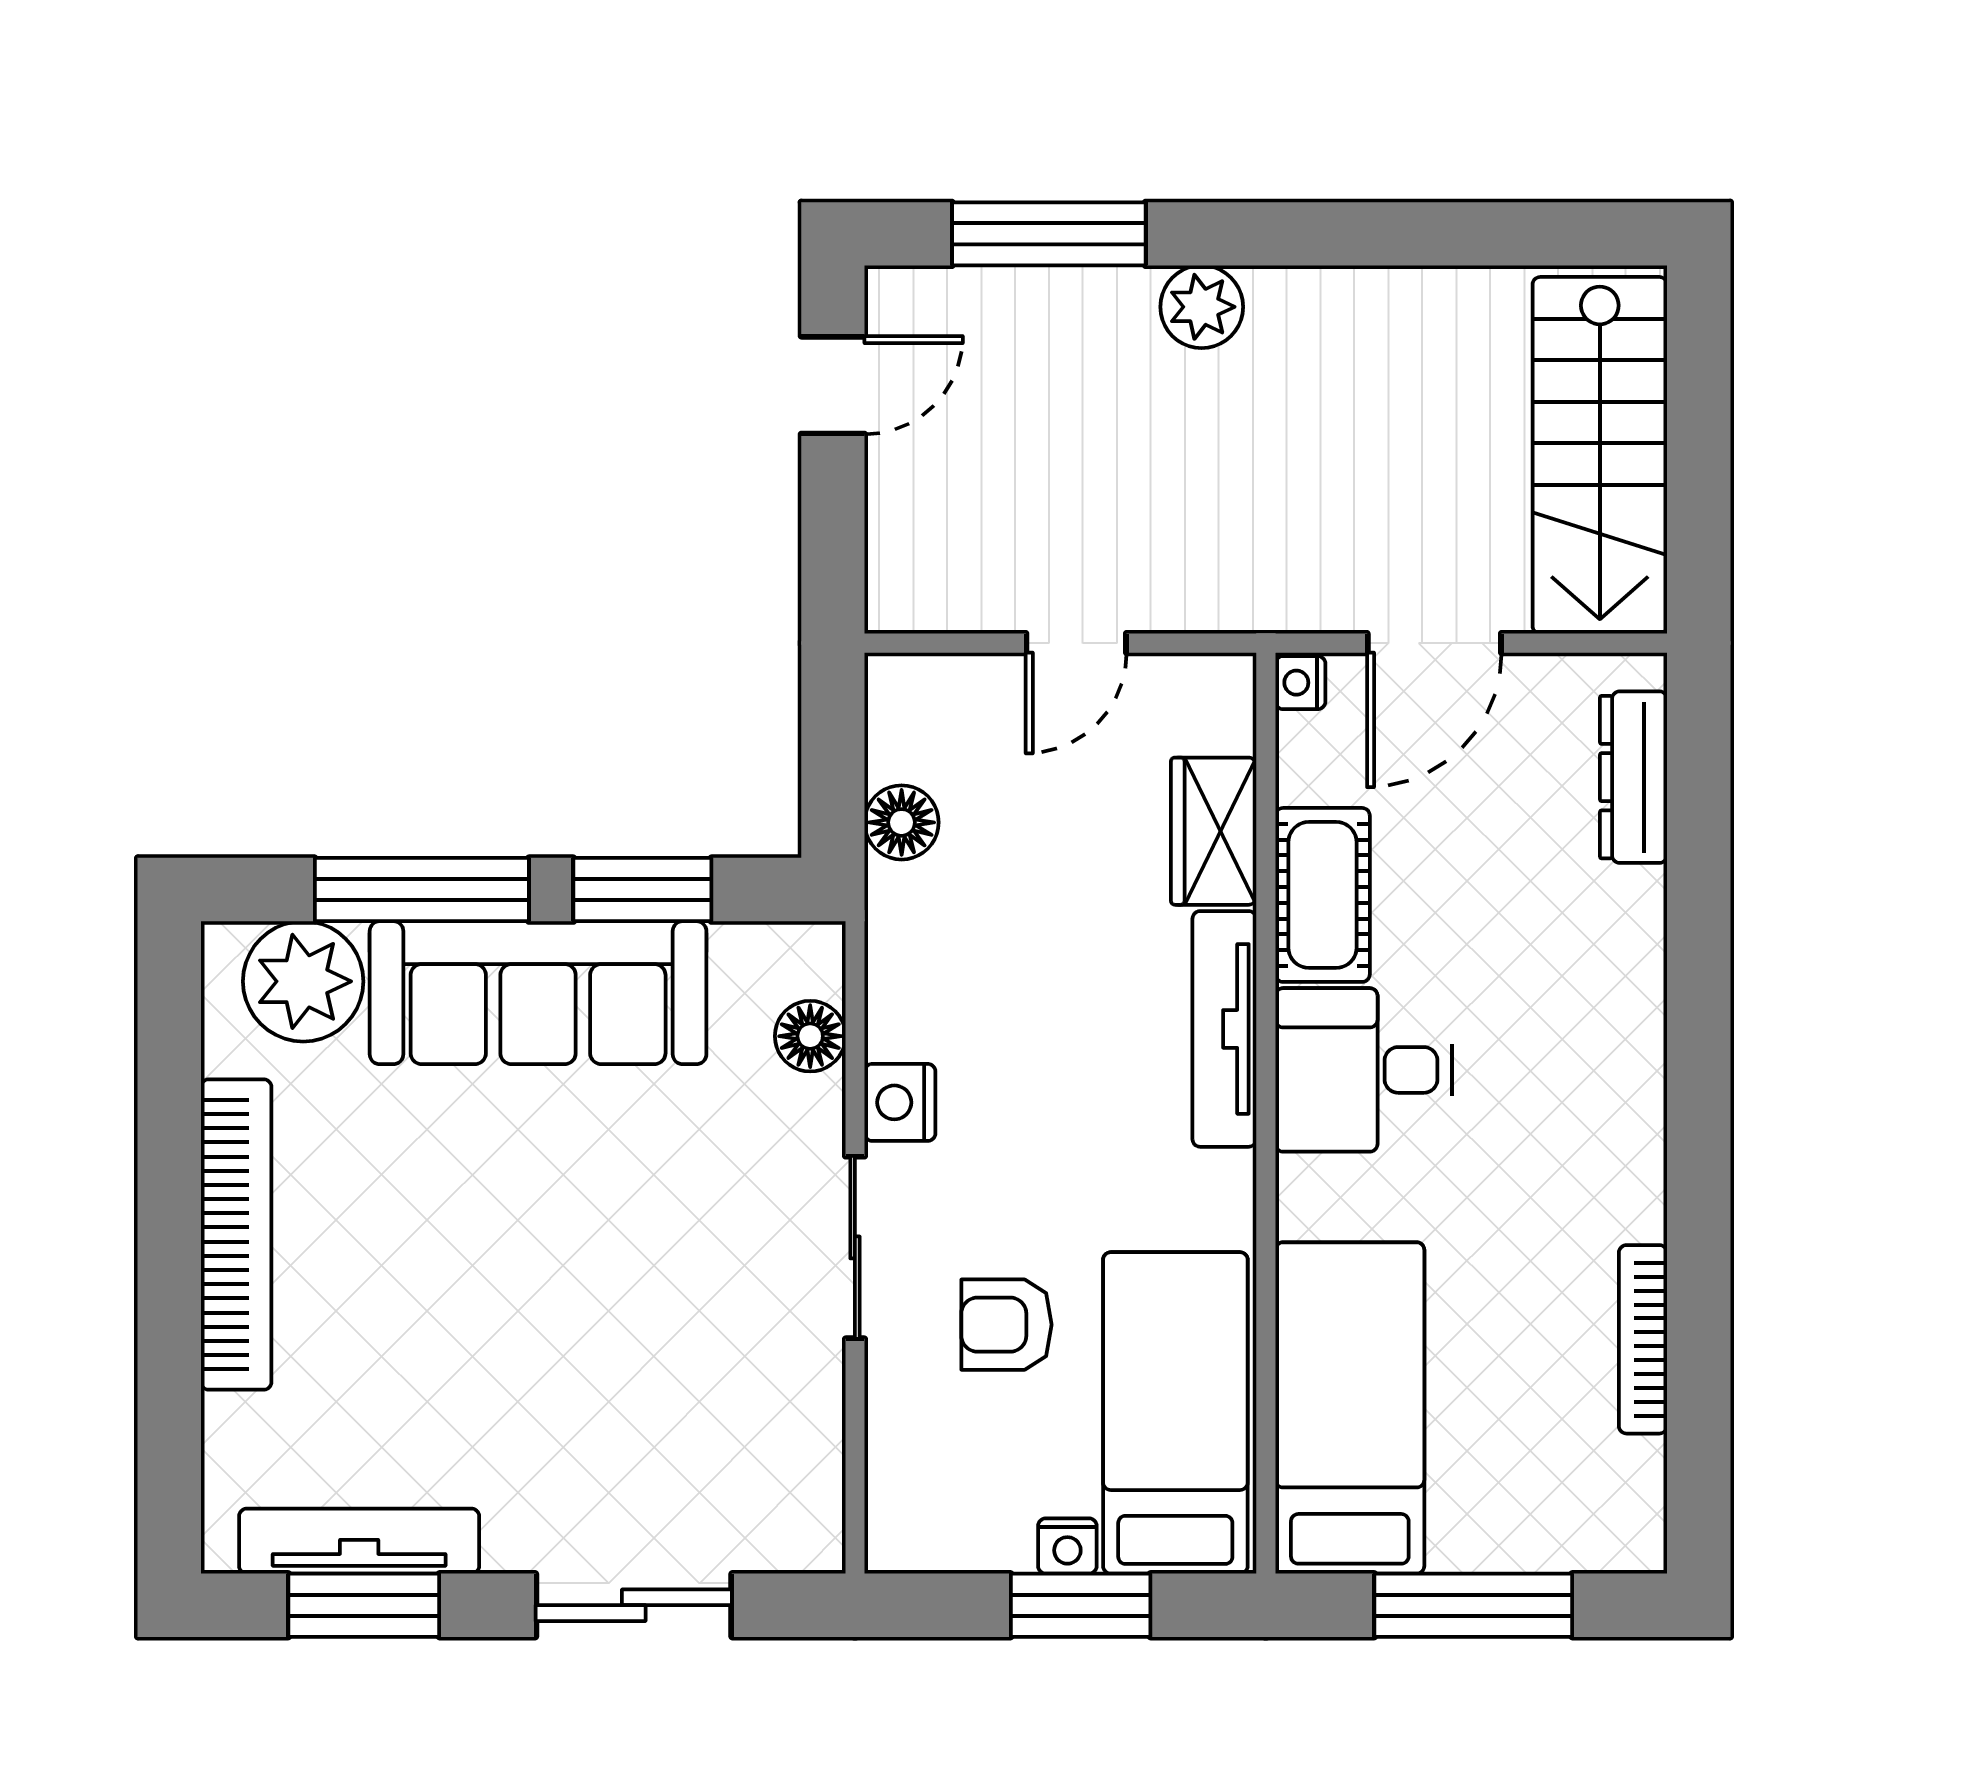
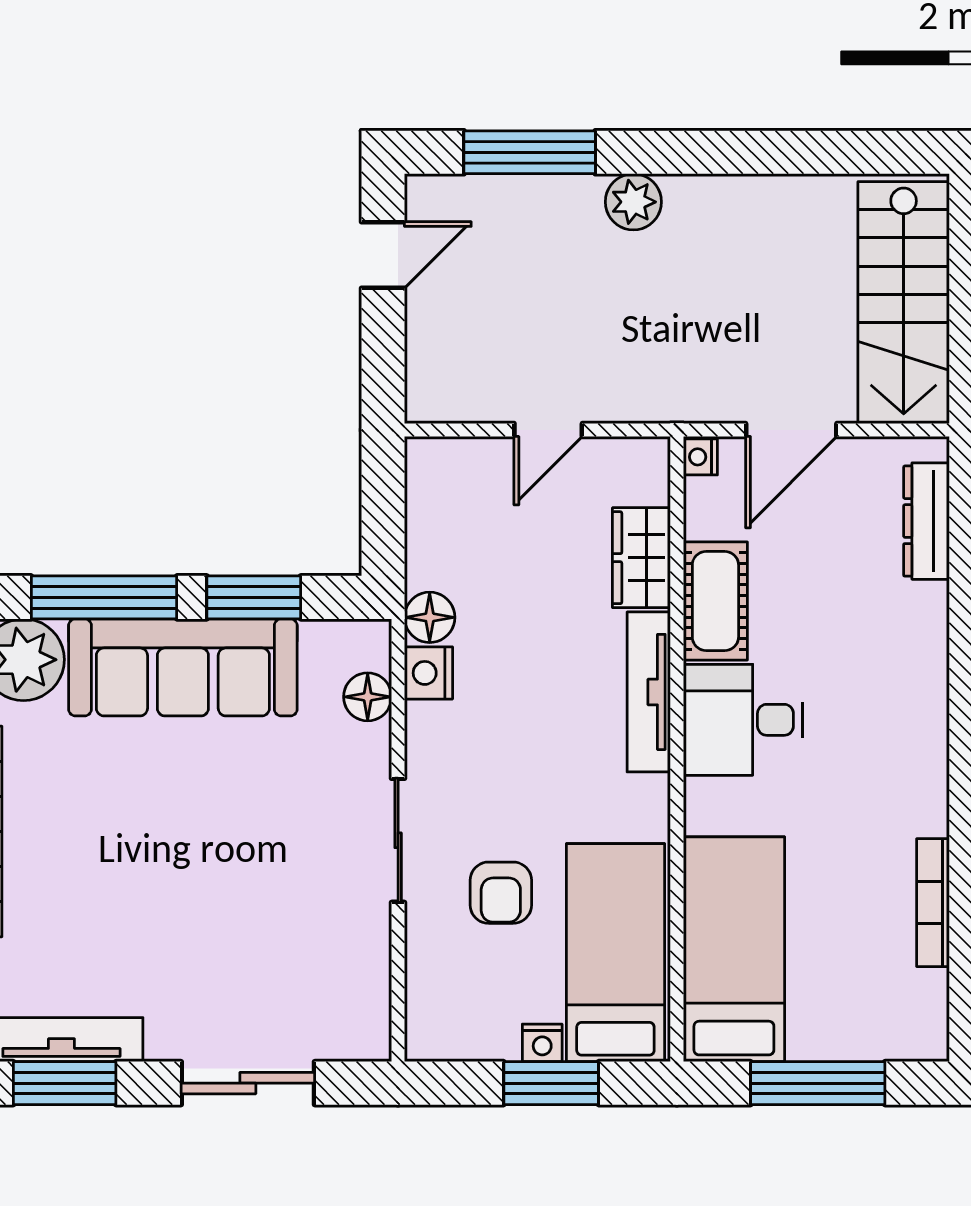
floor lamp: (902, 822) -> (430, 617), moved
nightstand: (900, 1102) -> (429, 673), moved
armchair: (1006, 1325) -> (501, 893), turned -90

